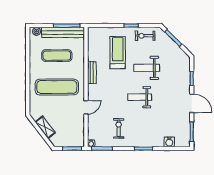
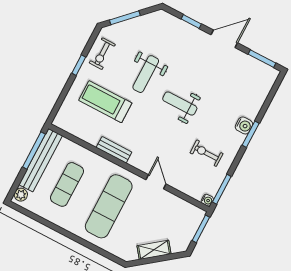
weight bench: (140, 97) -> (180, 104), turned 90
water cooler: (169, 142) -> (244, 125), moved

